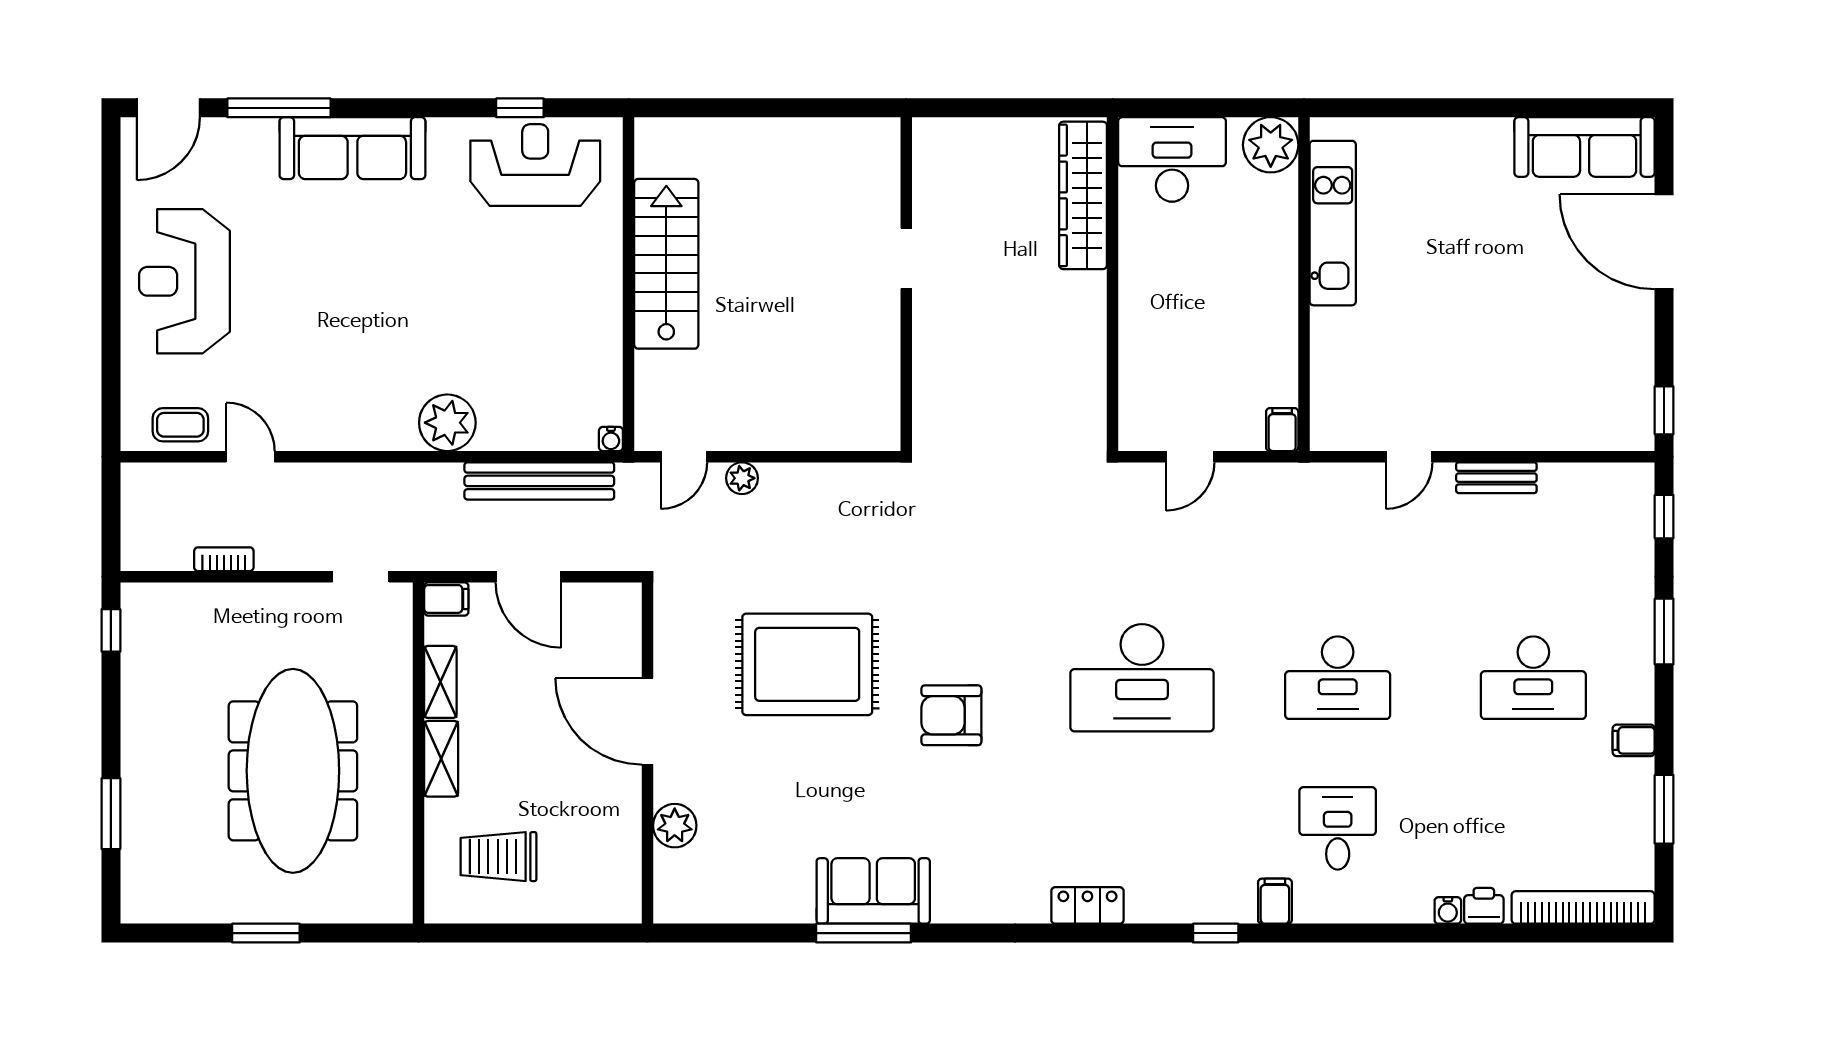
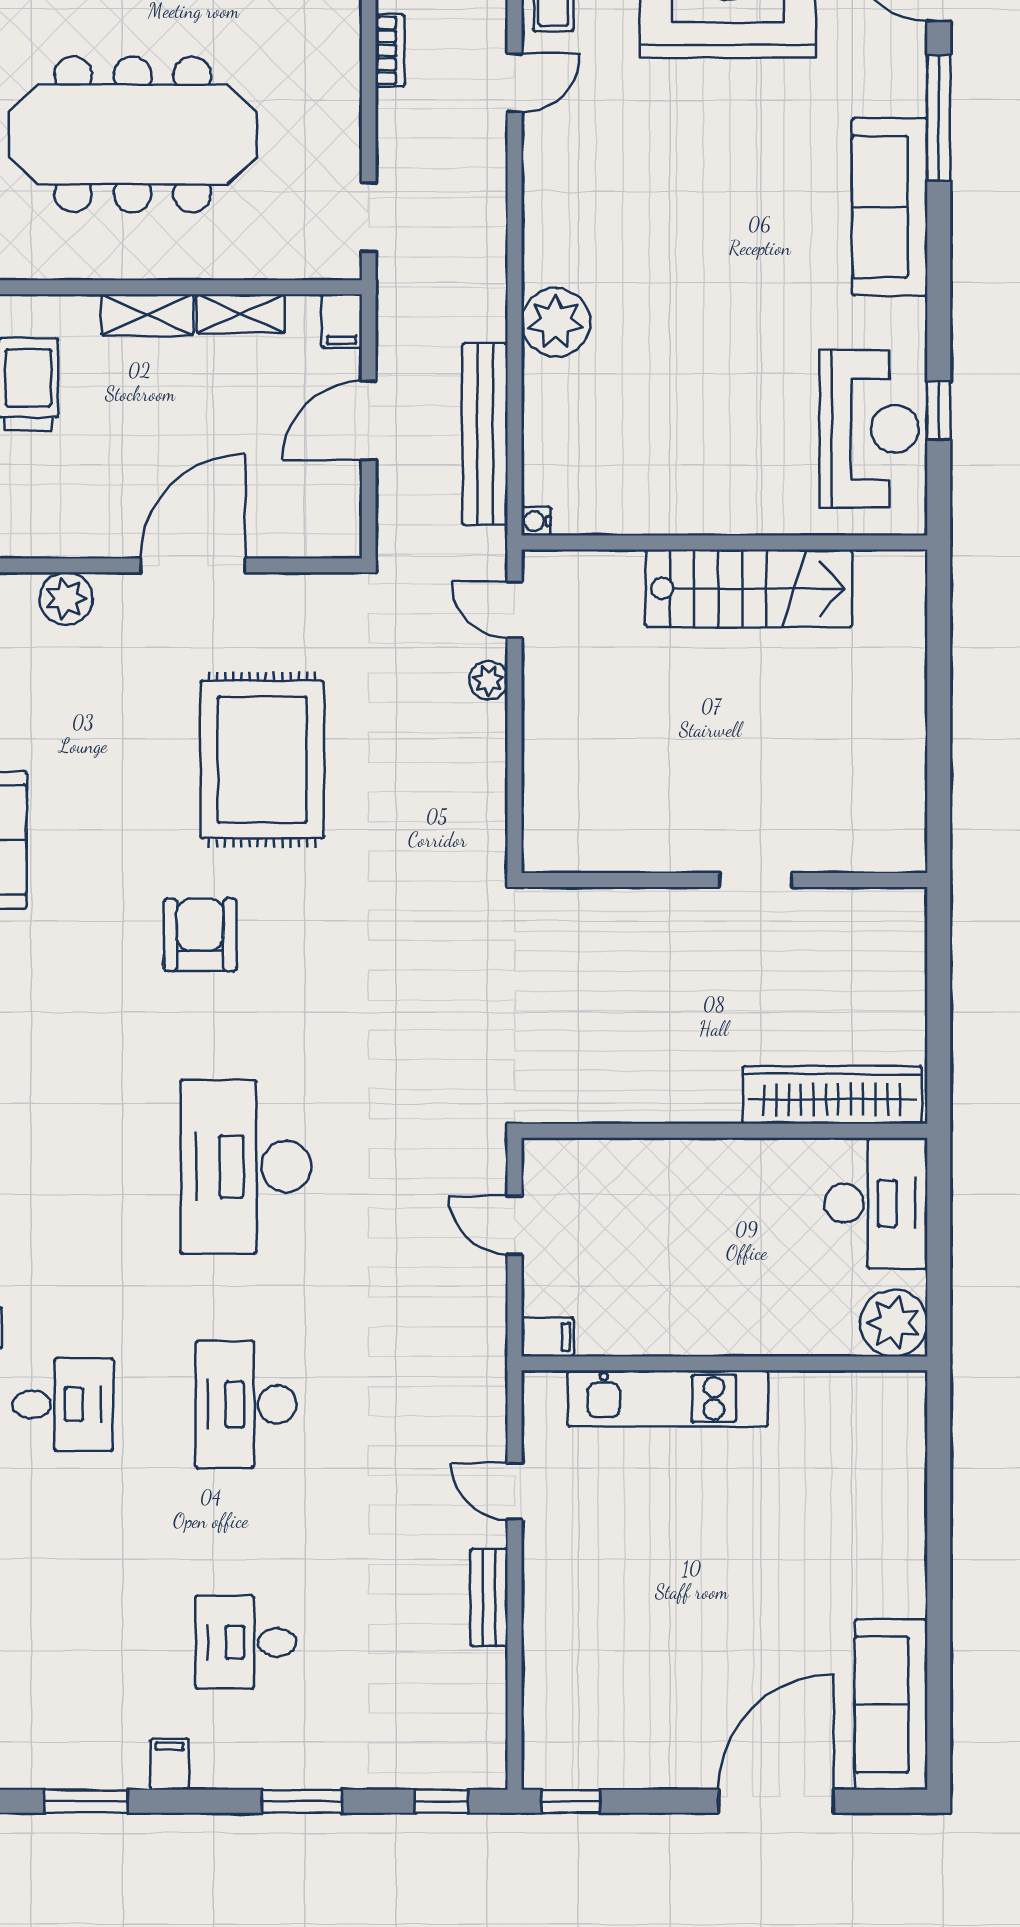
kitchen unit: (1333, 223) -> (668, 1398), moved
desk: (1533, 678) -> (246, 1642), width x0.73

